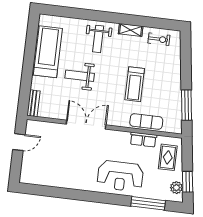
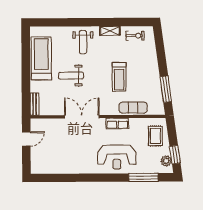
row of seats: (143, 140) -> (117, 123), moved

